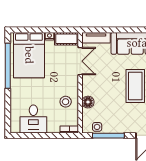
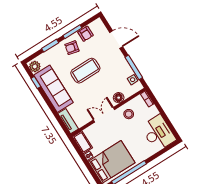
double door: (80, 61) -> (104, 115), moved
desk: (33, 119) -> (158, 133), width x1.37

